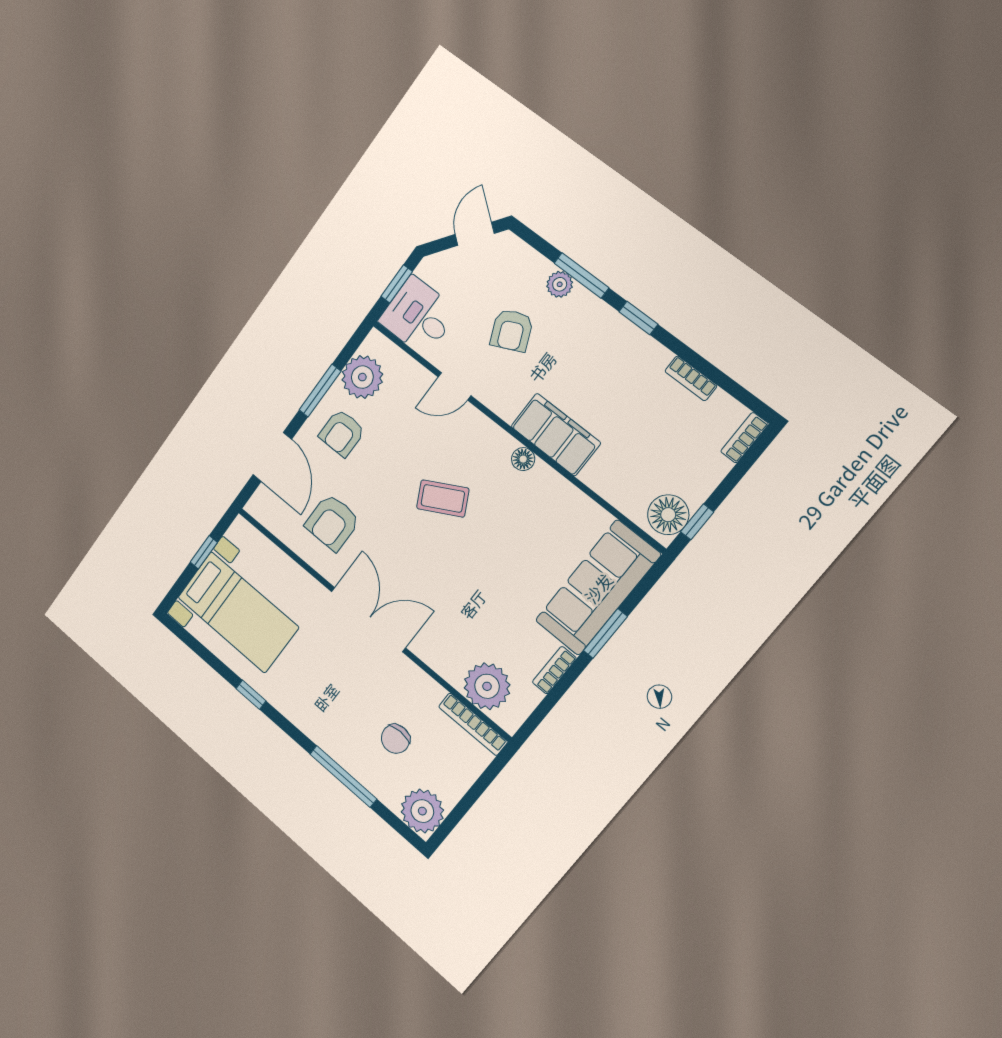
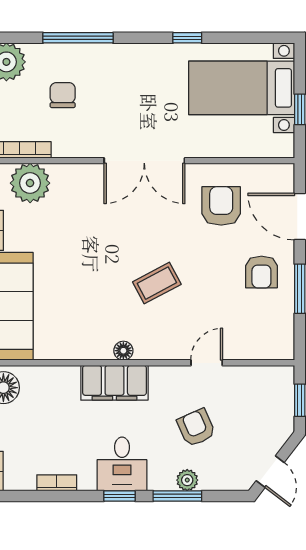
desk: (418, 316) -> (122, 464), moved, turned 90
plant: (362, 377) -> (276, 321), removed
armchair: (342, 433) -> (261, 272), turned 180

